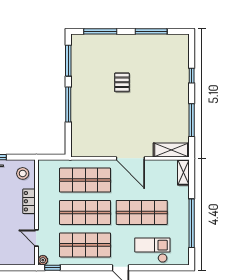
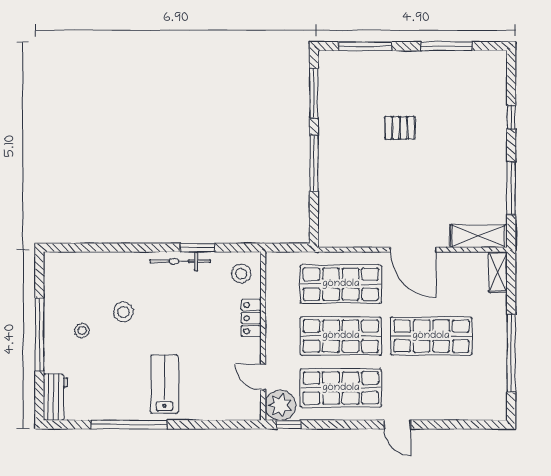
pallet: (122, 82) -> (400, 128), turned 90
checkout: (152, 250) -> (448, 396), removed
plant: (43, 260) -> (280, 405), width x1.88, depth x1.88

